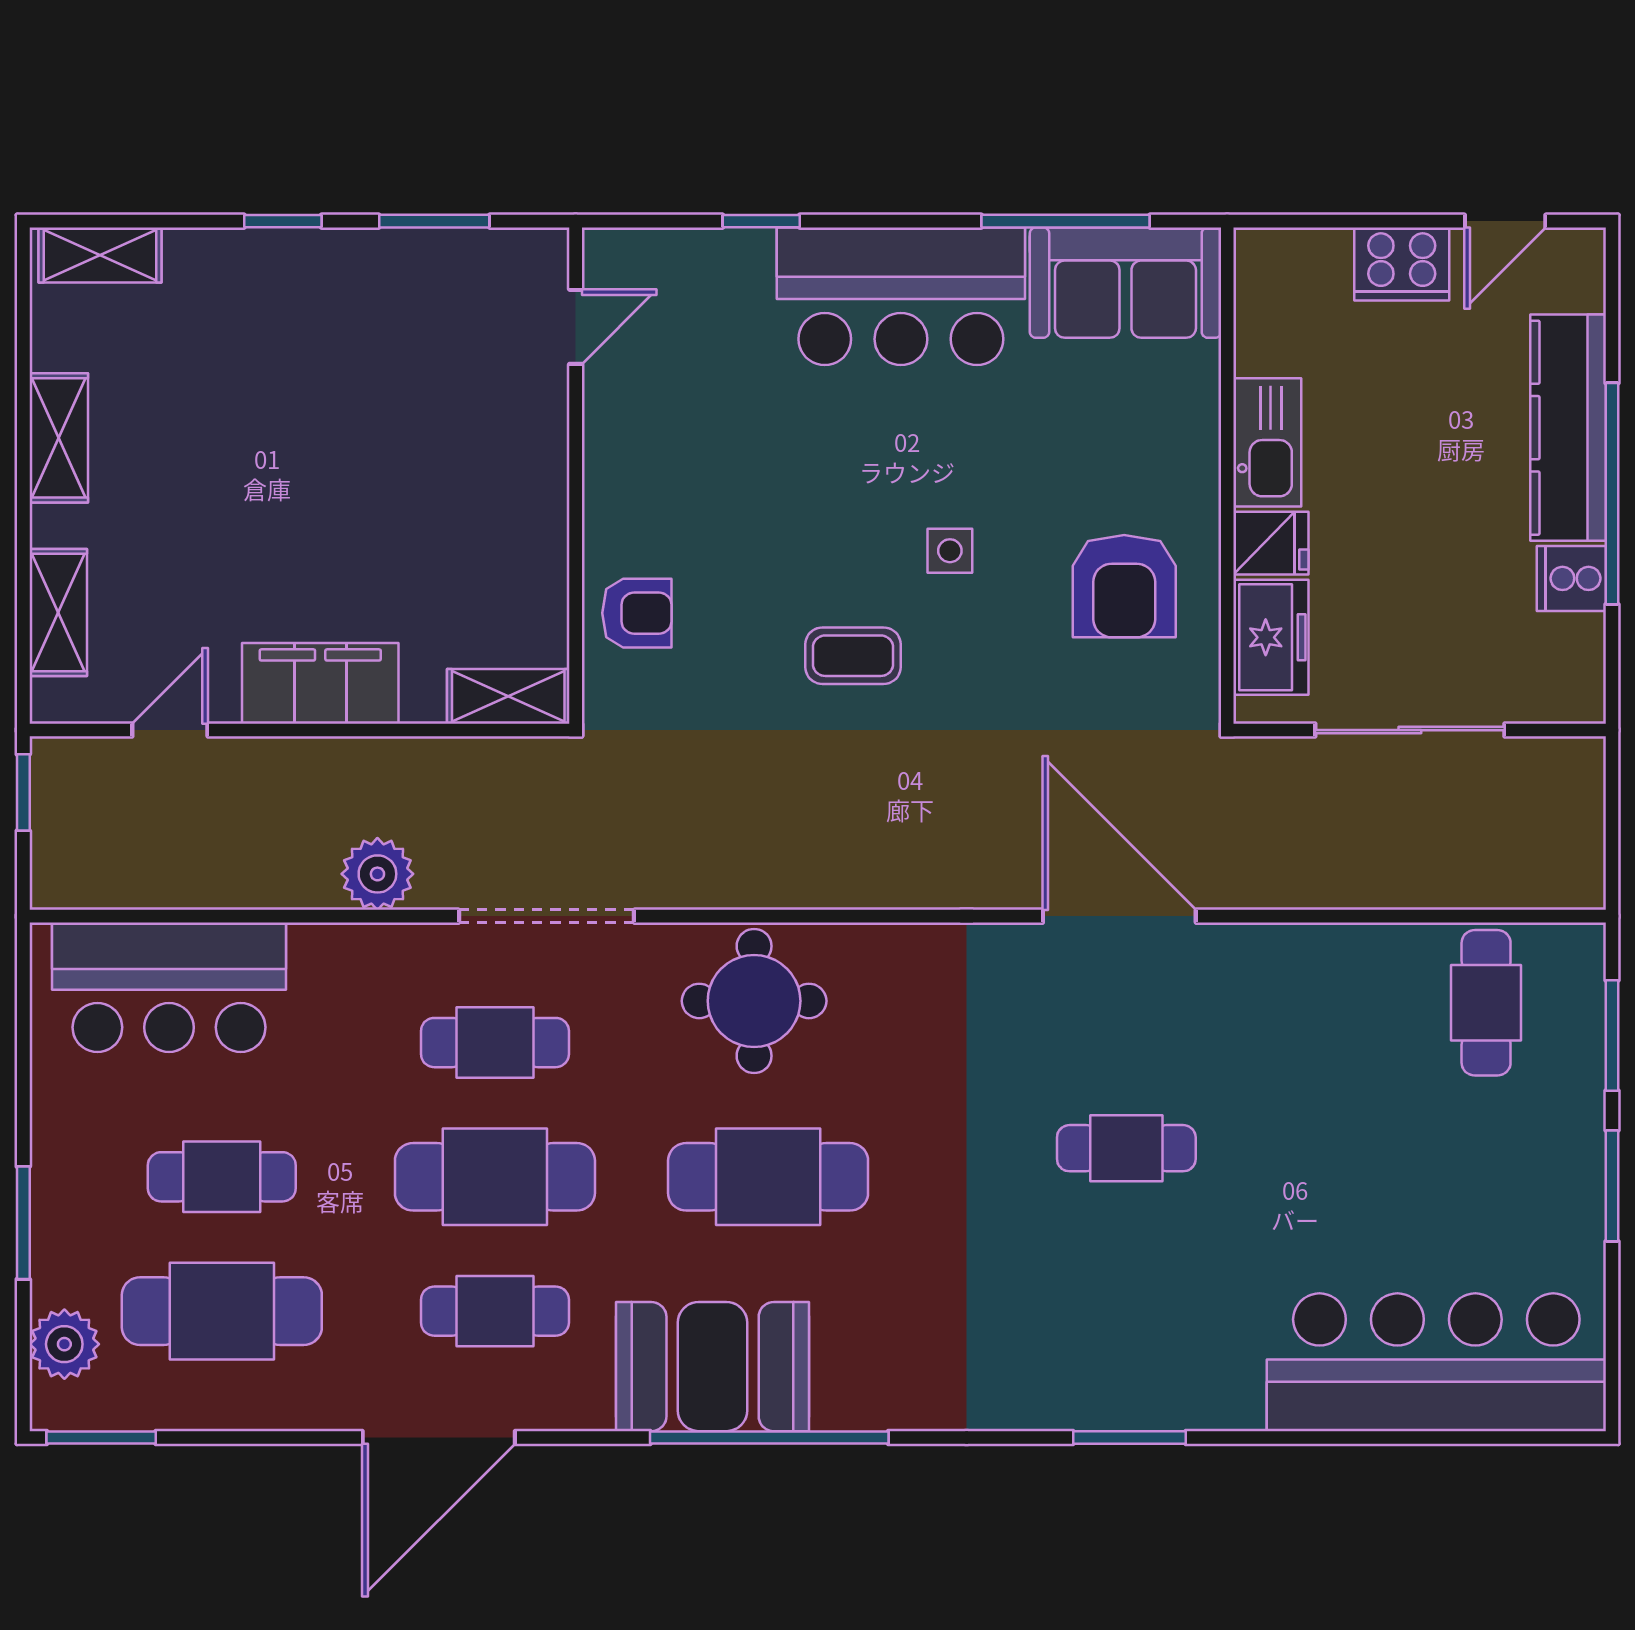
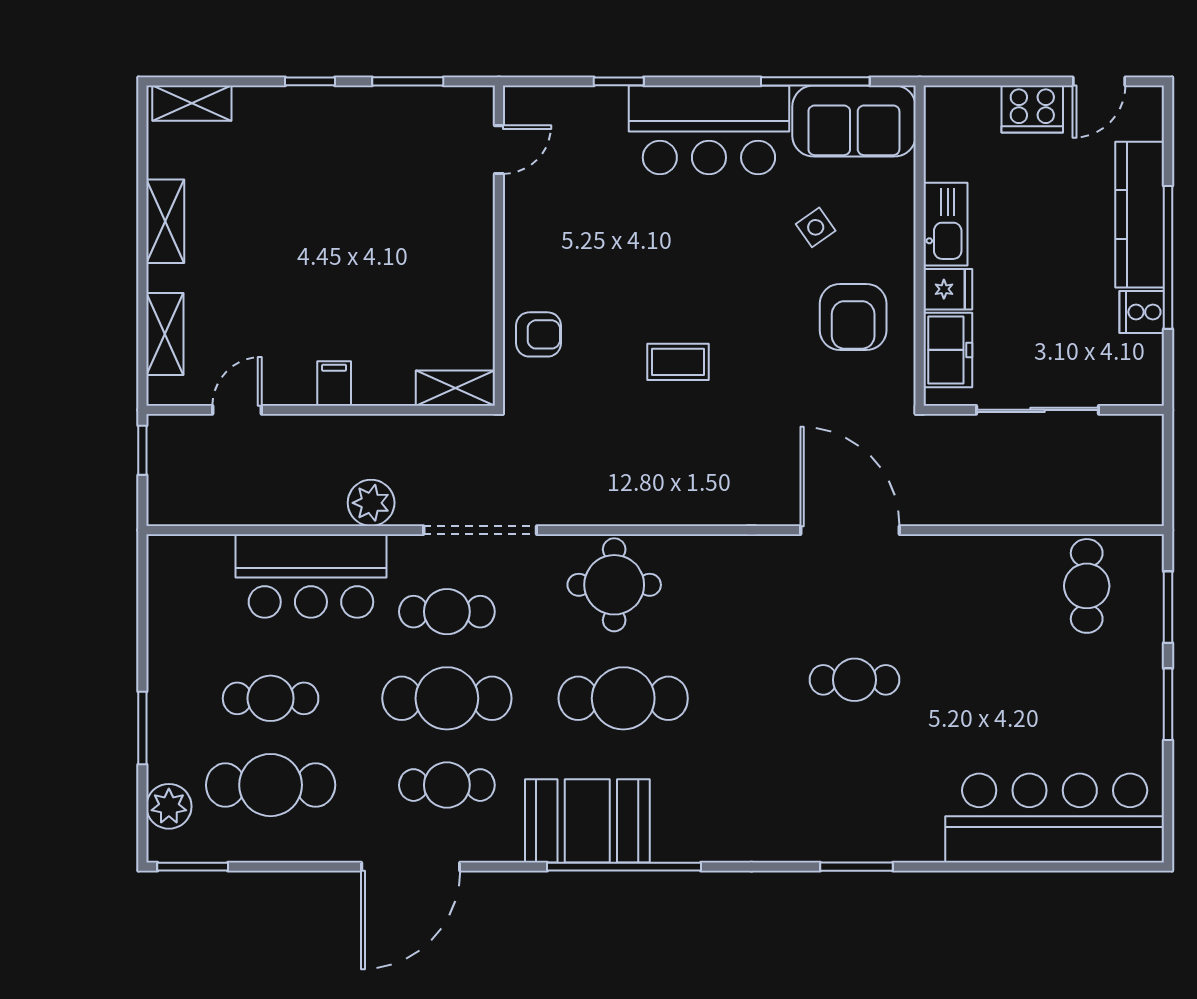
side table: (950, 551) -> (816, 227), moved, turned -35
filing cabinet: (320, 683) -> (334, 383), width x0.33, depth x0.86
bar counter: (169, 987) -> (311, 576), moved

